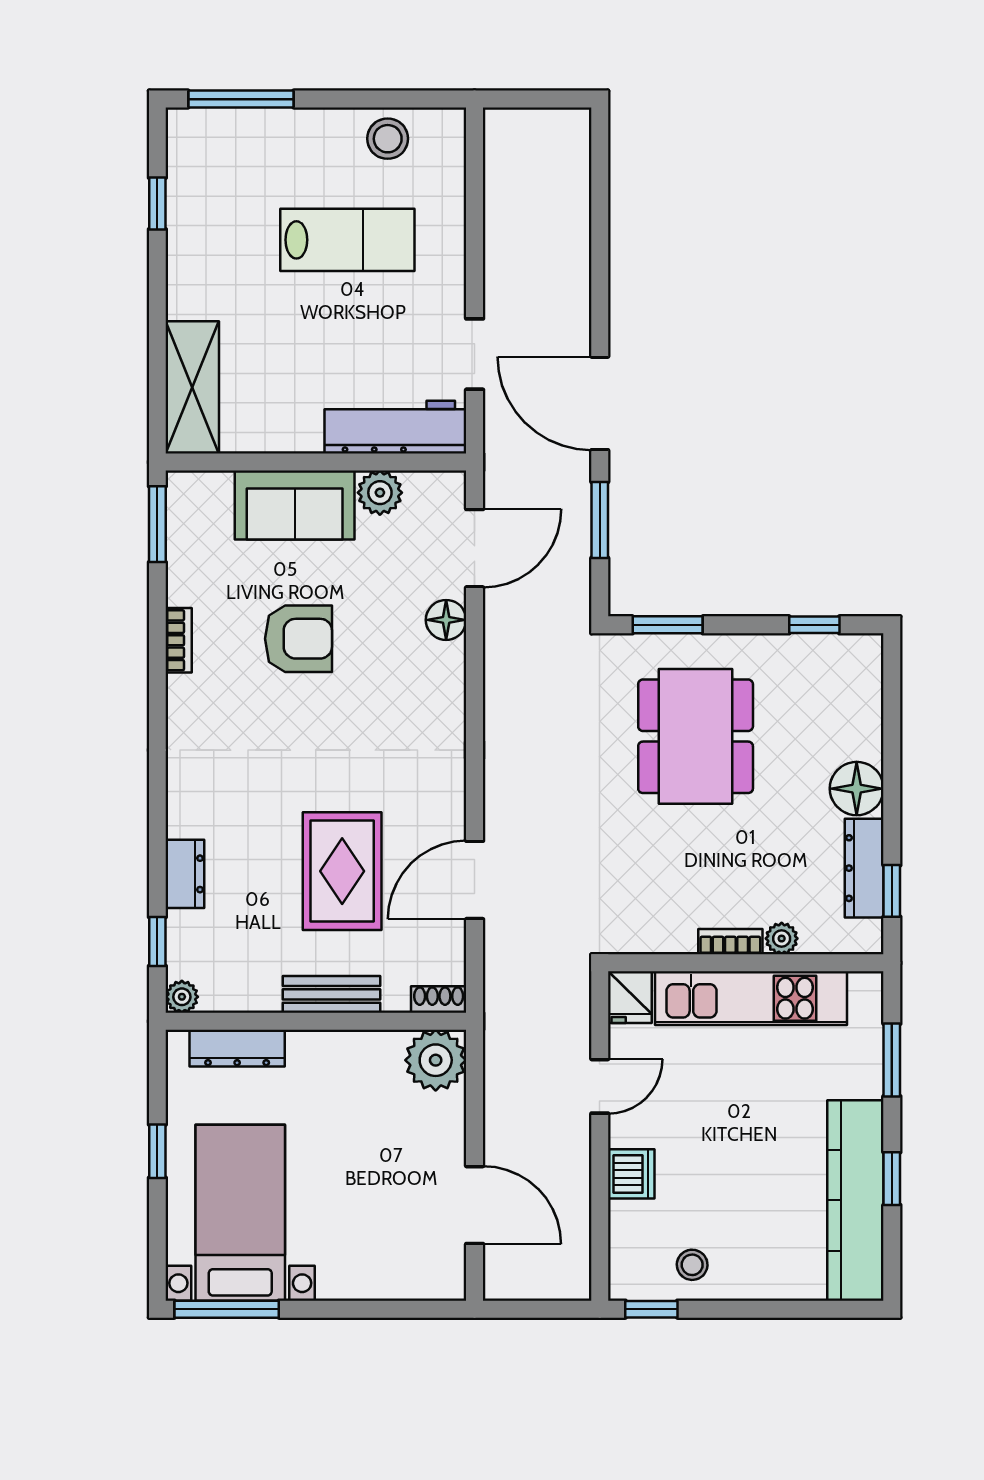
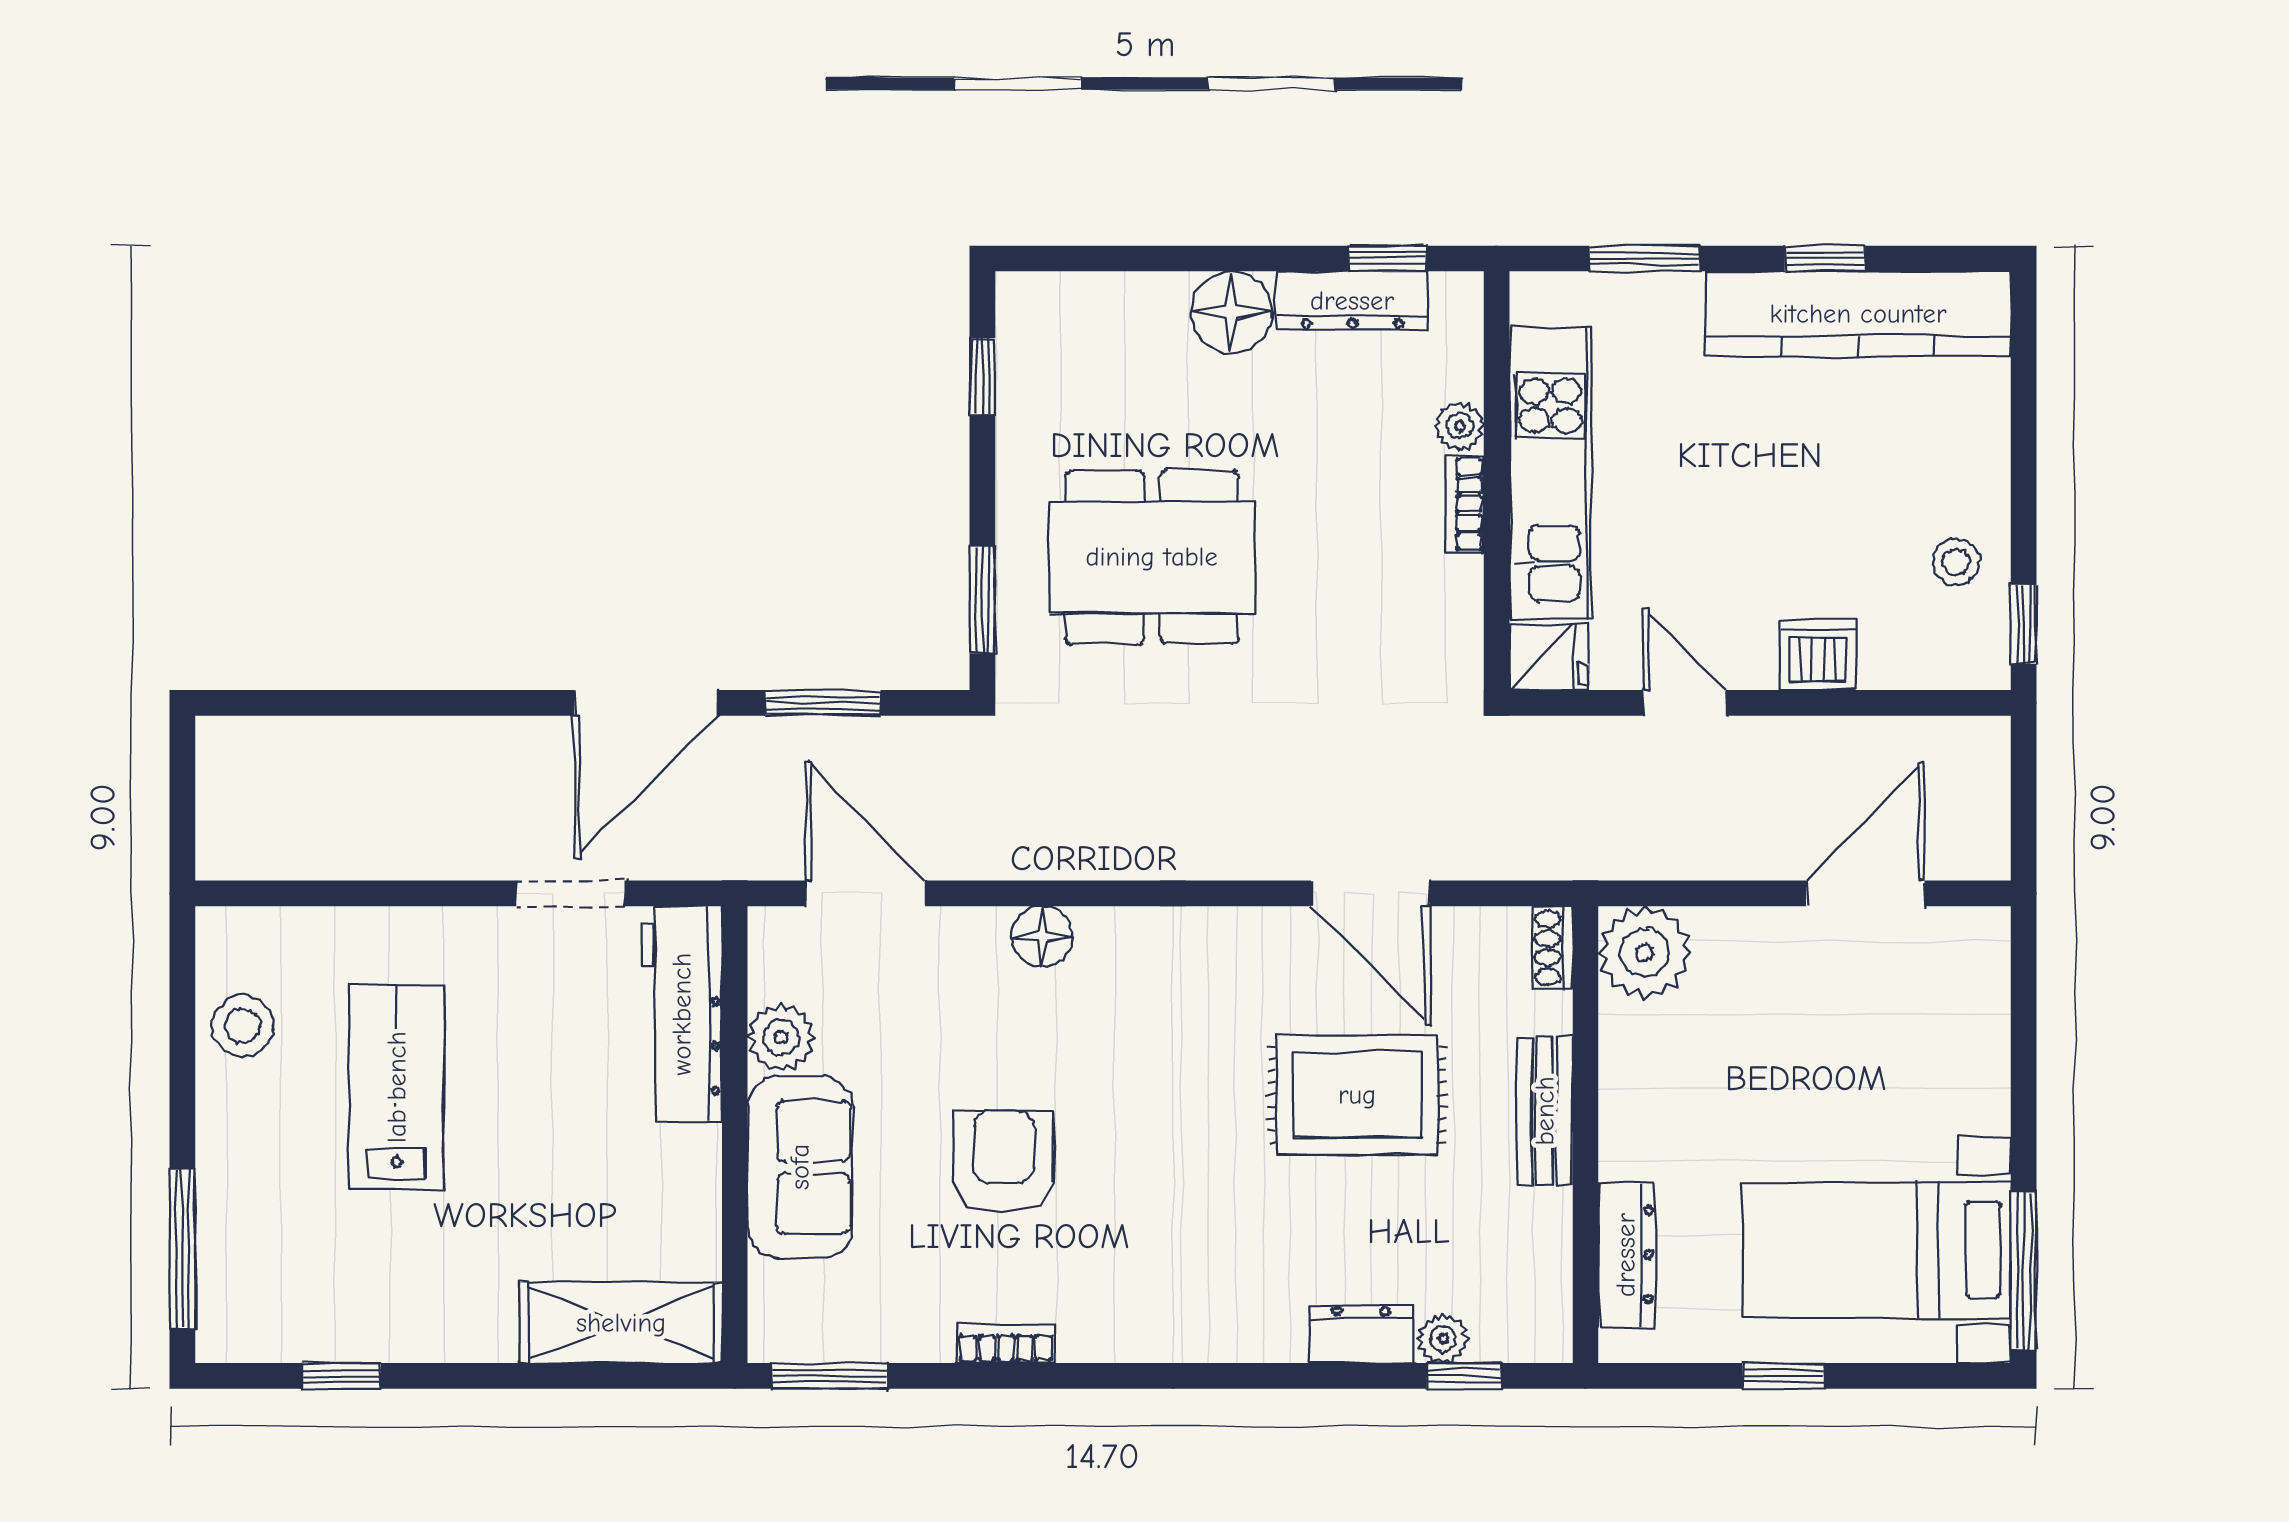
floor lamp: (446, 620) -> (1042, 937), moved
plant: (182, 997) -> (1443, 1339), moved

